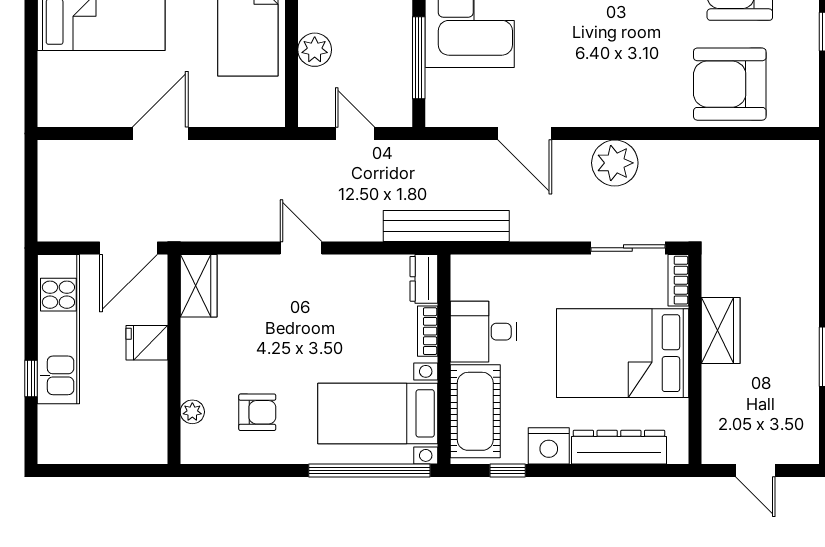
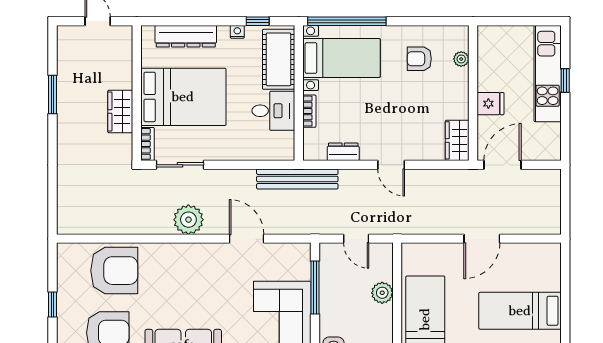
dresser: (424, 279) -> (343, 152), moved, turned -90
kitchen unit: (58, 329) -> (548, 74), moved
nightstand: (549, 446) -> (237, 32), width x0.53, depth x0.56

